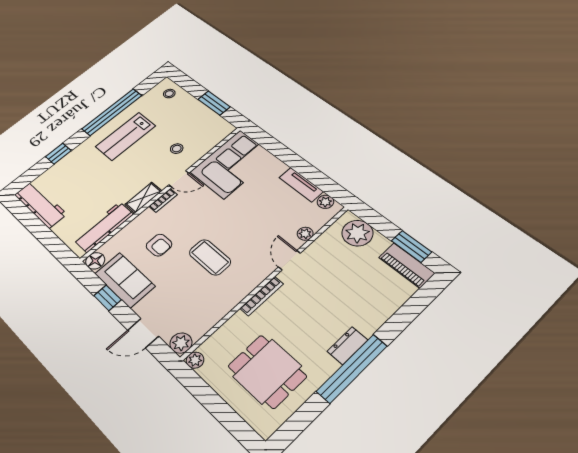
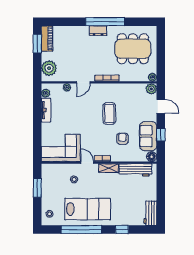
lab bench: (126, 136) -> (88, 209), width x1.36, depth x1.39
workbench: (40, 204) -> (150, 213), width x0.73
dining table: (267, 371) -> (133, 49), width x1.38

